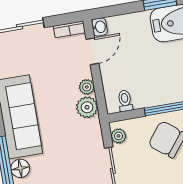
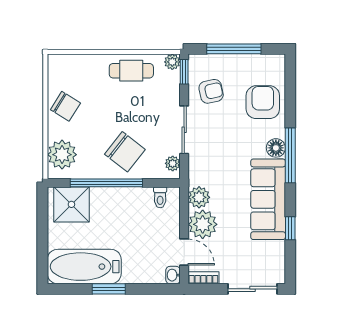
door: (92, 51) -> (184, 252), swing flipped
plant: (87, 87) -> (203, 224), width x1.88, depth x1.88

